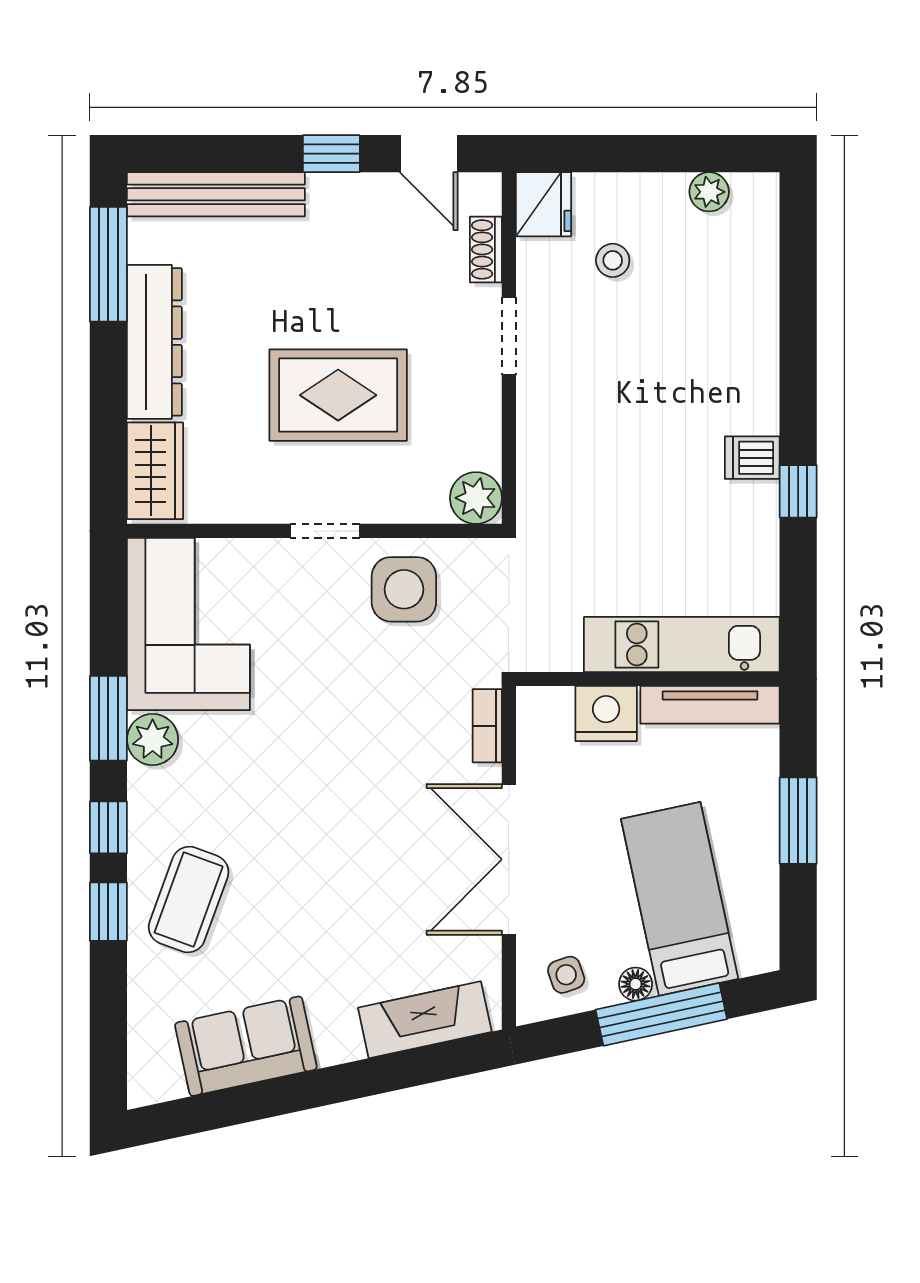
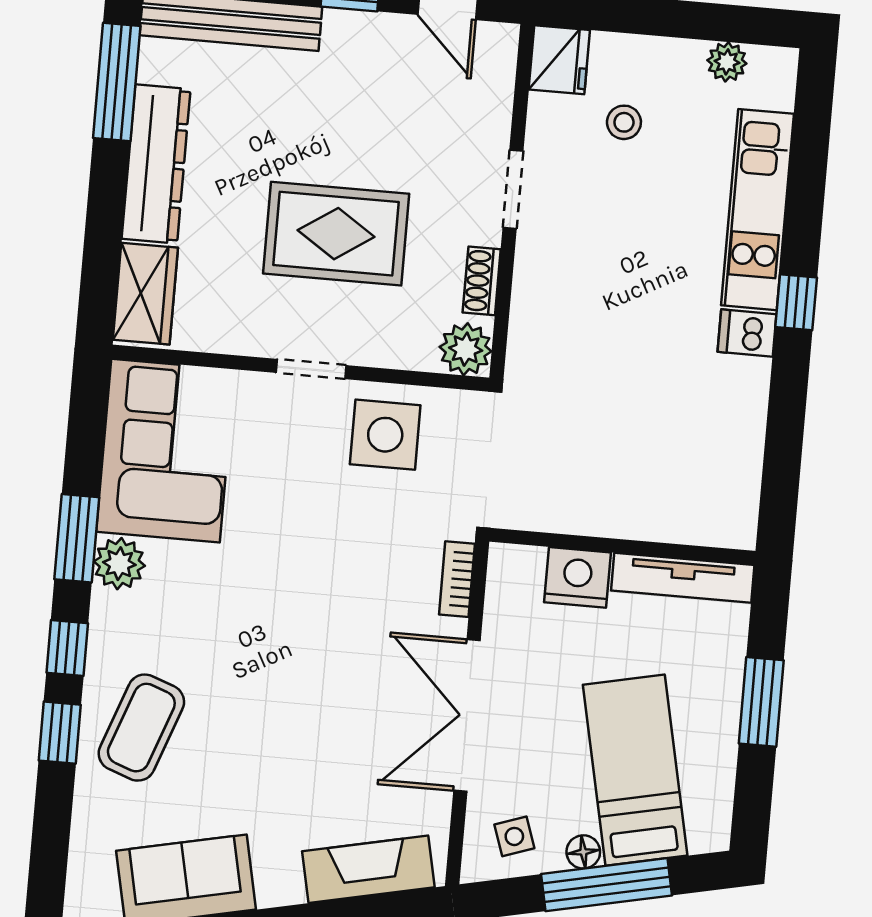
shoe rack: (486, 249) -> (482, 281), moved
window: (798, 491) -> (796, 302), moved
kitchen unit: (682, 645) -> (758, 210), moved, turned -90

